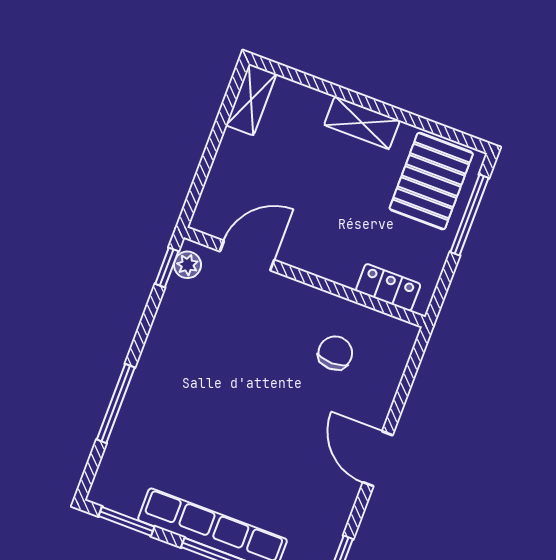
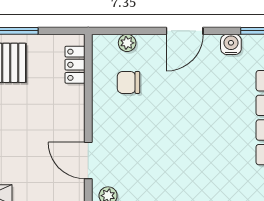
plant: (391, 372) -> (127, 43), added
water cooler: (334, 517) -> (231, 44), added

